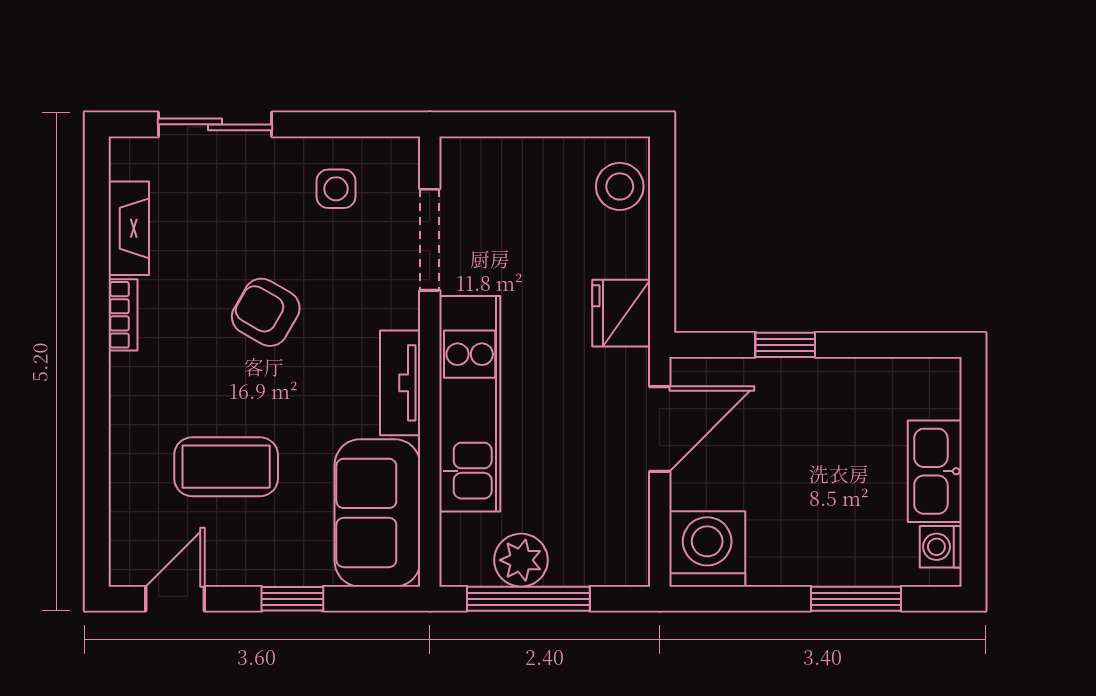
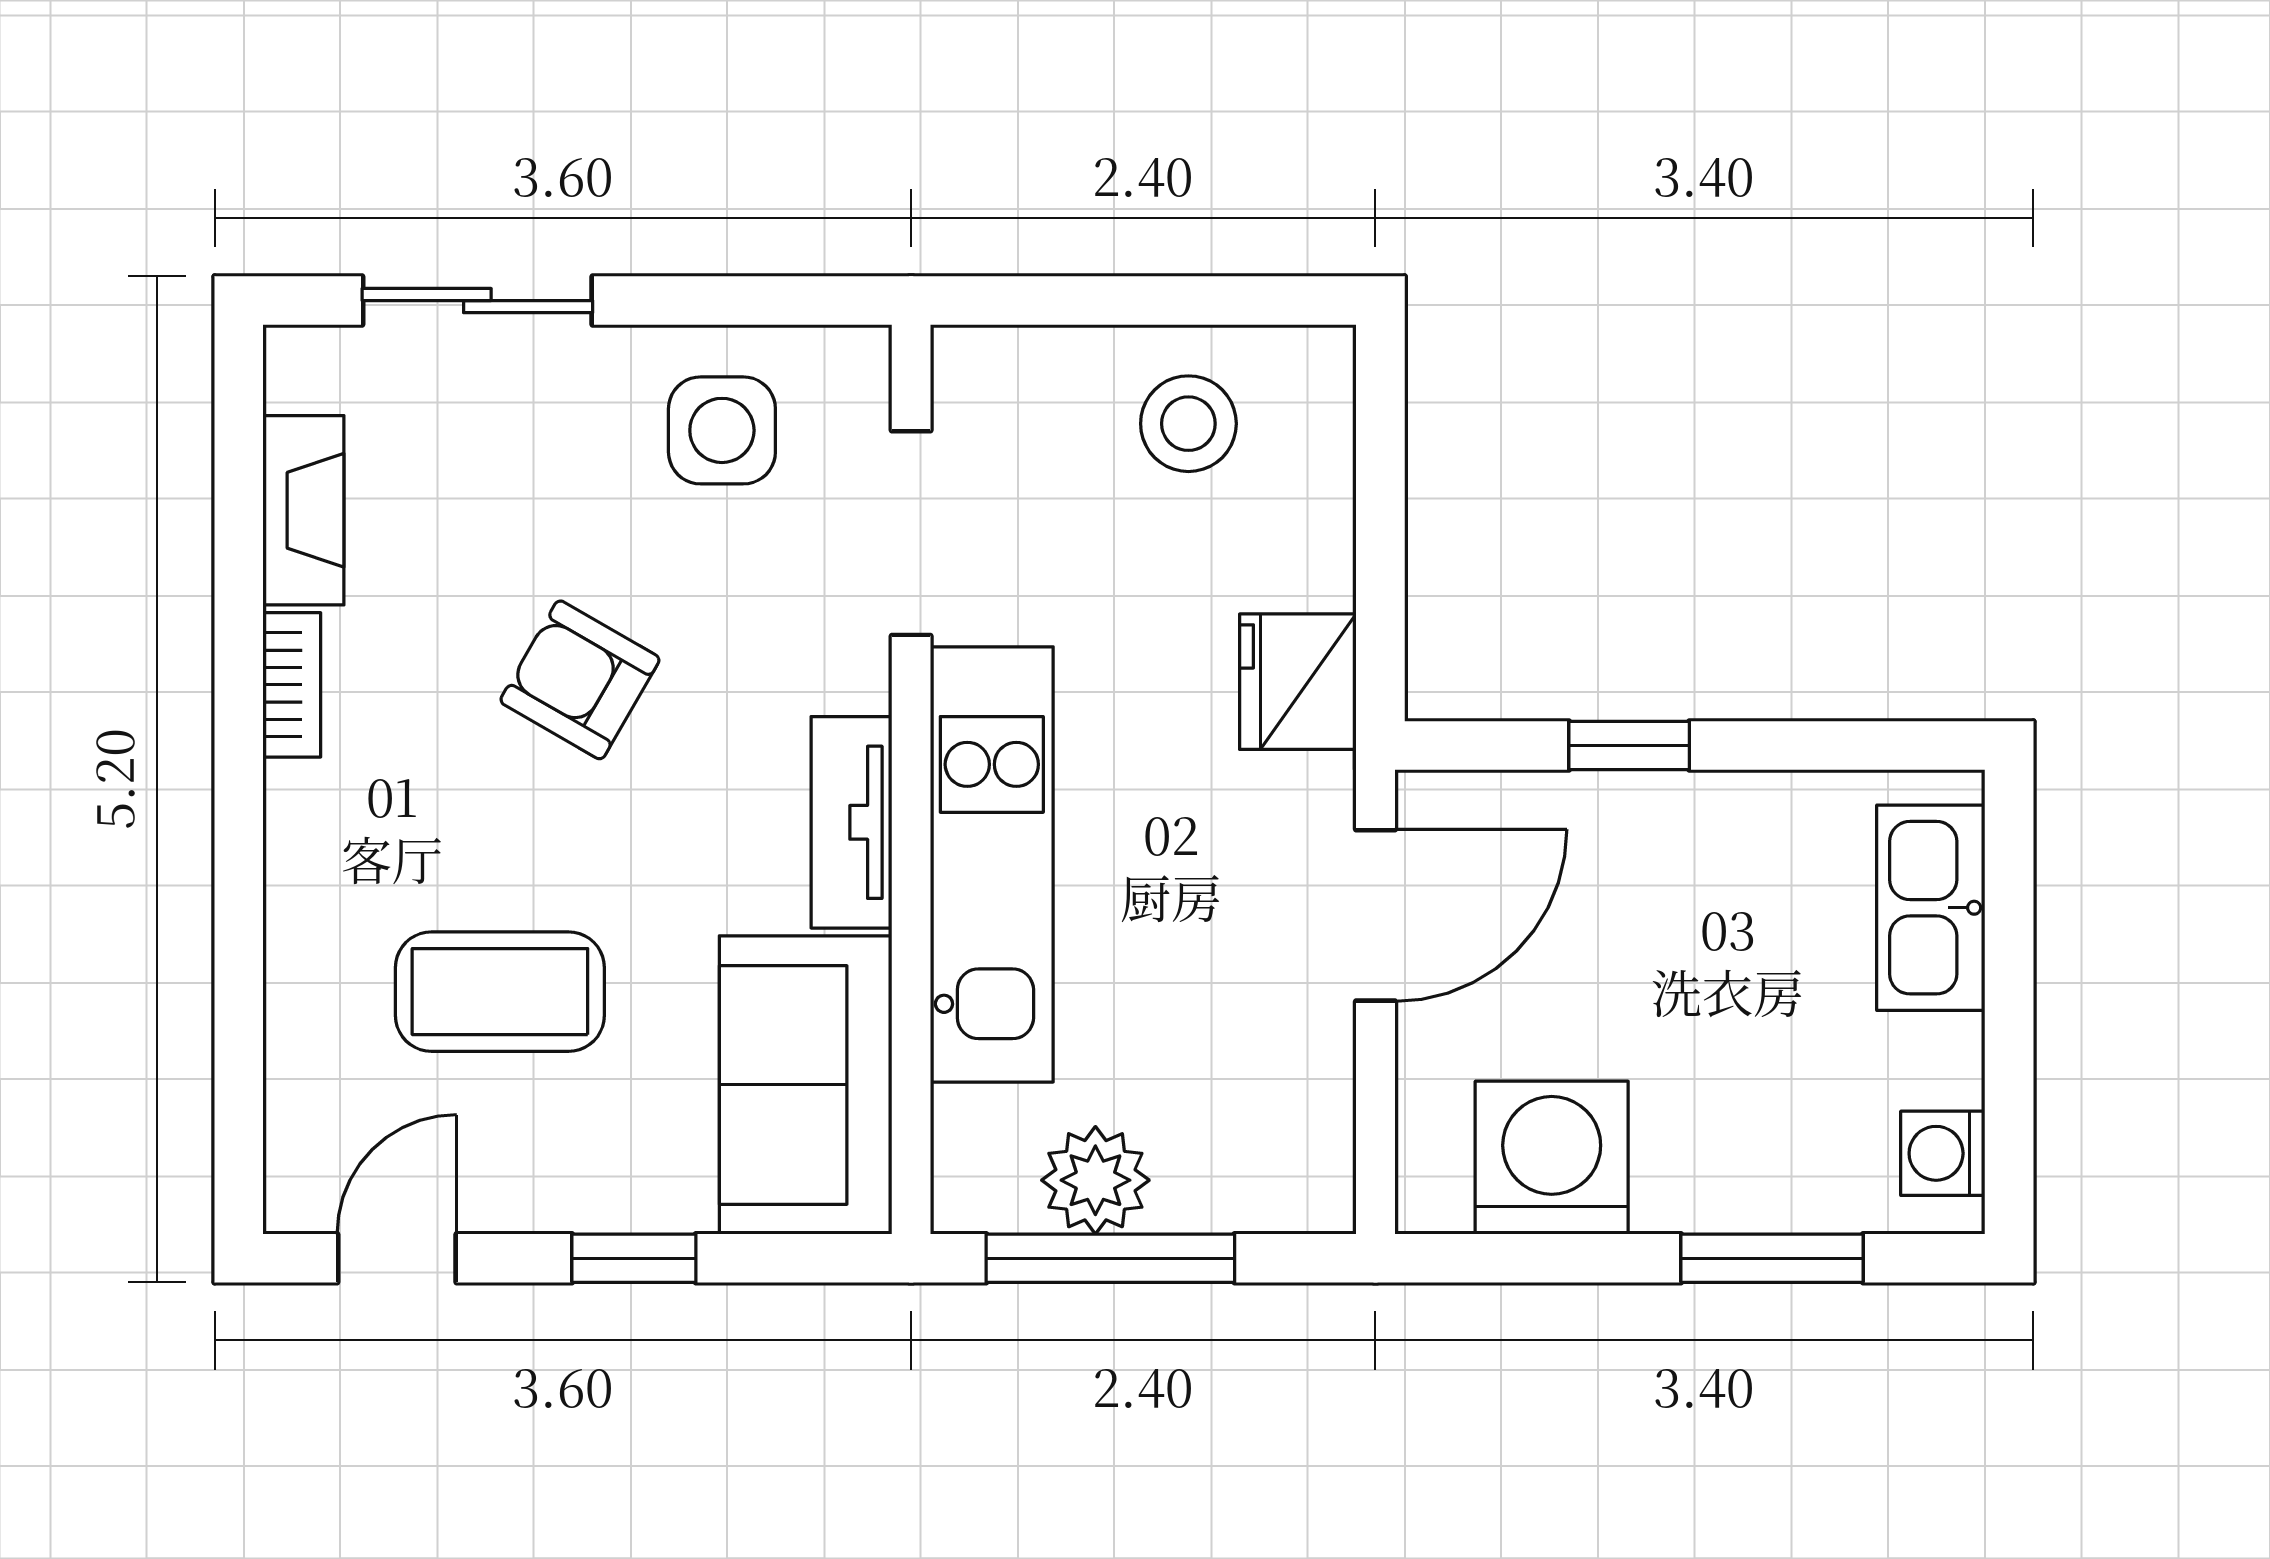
stool: (620, 186) -> (1188, 424), moved
side table: (336, 189) -> (722, 430), width x1.37, depth x1.37
kitchen sink: (935, 471) -> (1931, 908), moved
washing machine: (707, 549) -> (1552, 1158), moved

